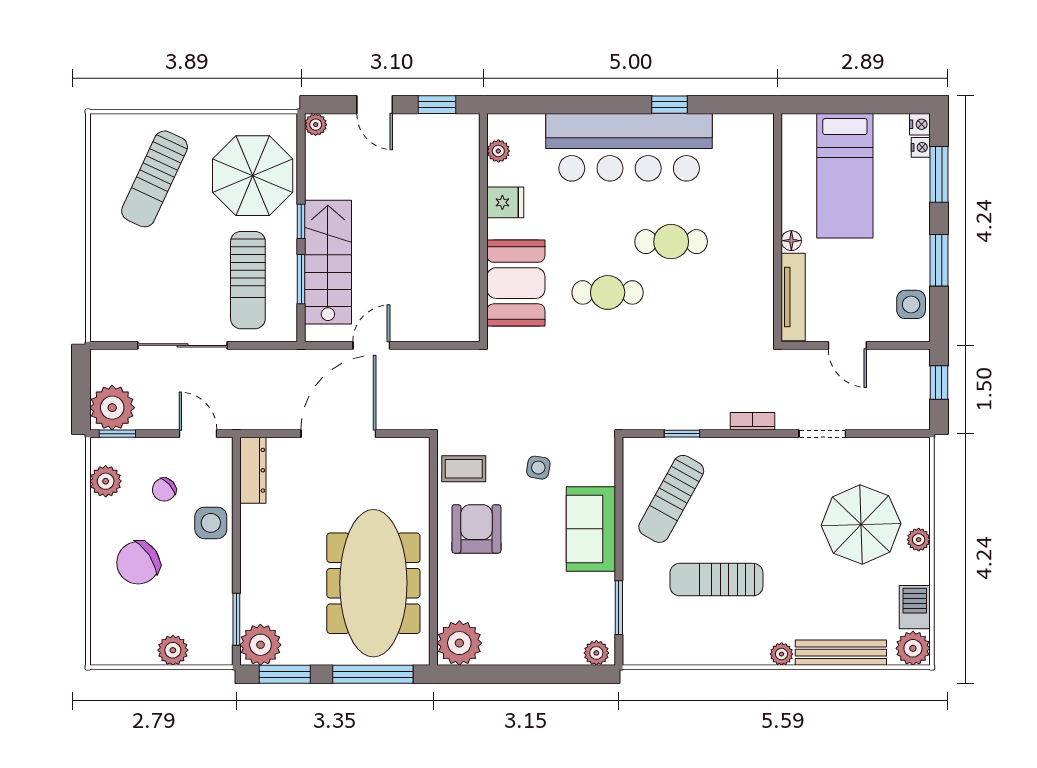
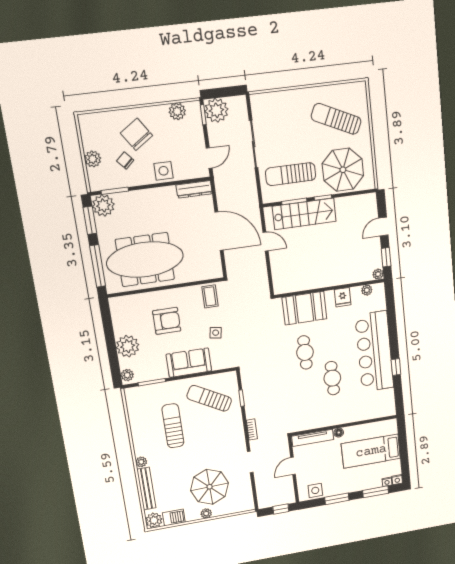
plant: (316, 125) -> (378, 274), moved
chair: (164, 490) -> (125, 160), moved
armchair: (476, 529) -> (167, 321), moved
plant: (459, 643) -> (128, 346), moved

